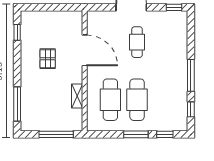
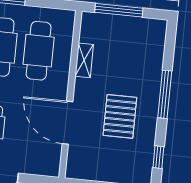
pallet: (48, 59) -> (120, 116), width x1.50, depth x1.42
window: (17, 104) -> (165, 94), moved

